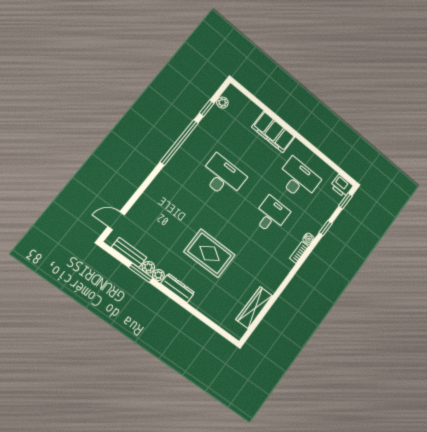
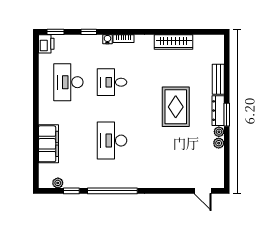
filing cabinet: (273, 132) -> (48, 144), moved
bench: (129, 252) -> (218, 79), moved
window: (141, 273) -> (227, 115), moved
wardrobe: (254, 308) -> (174, 42), moved

